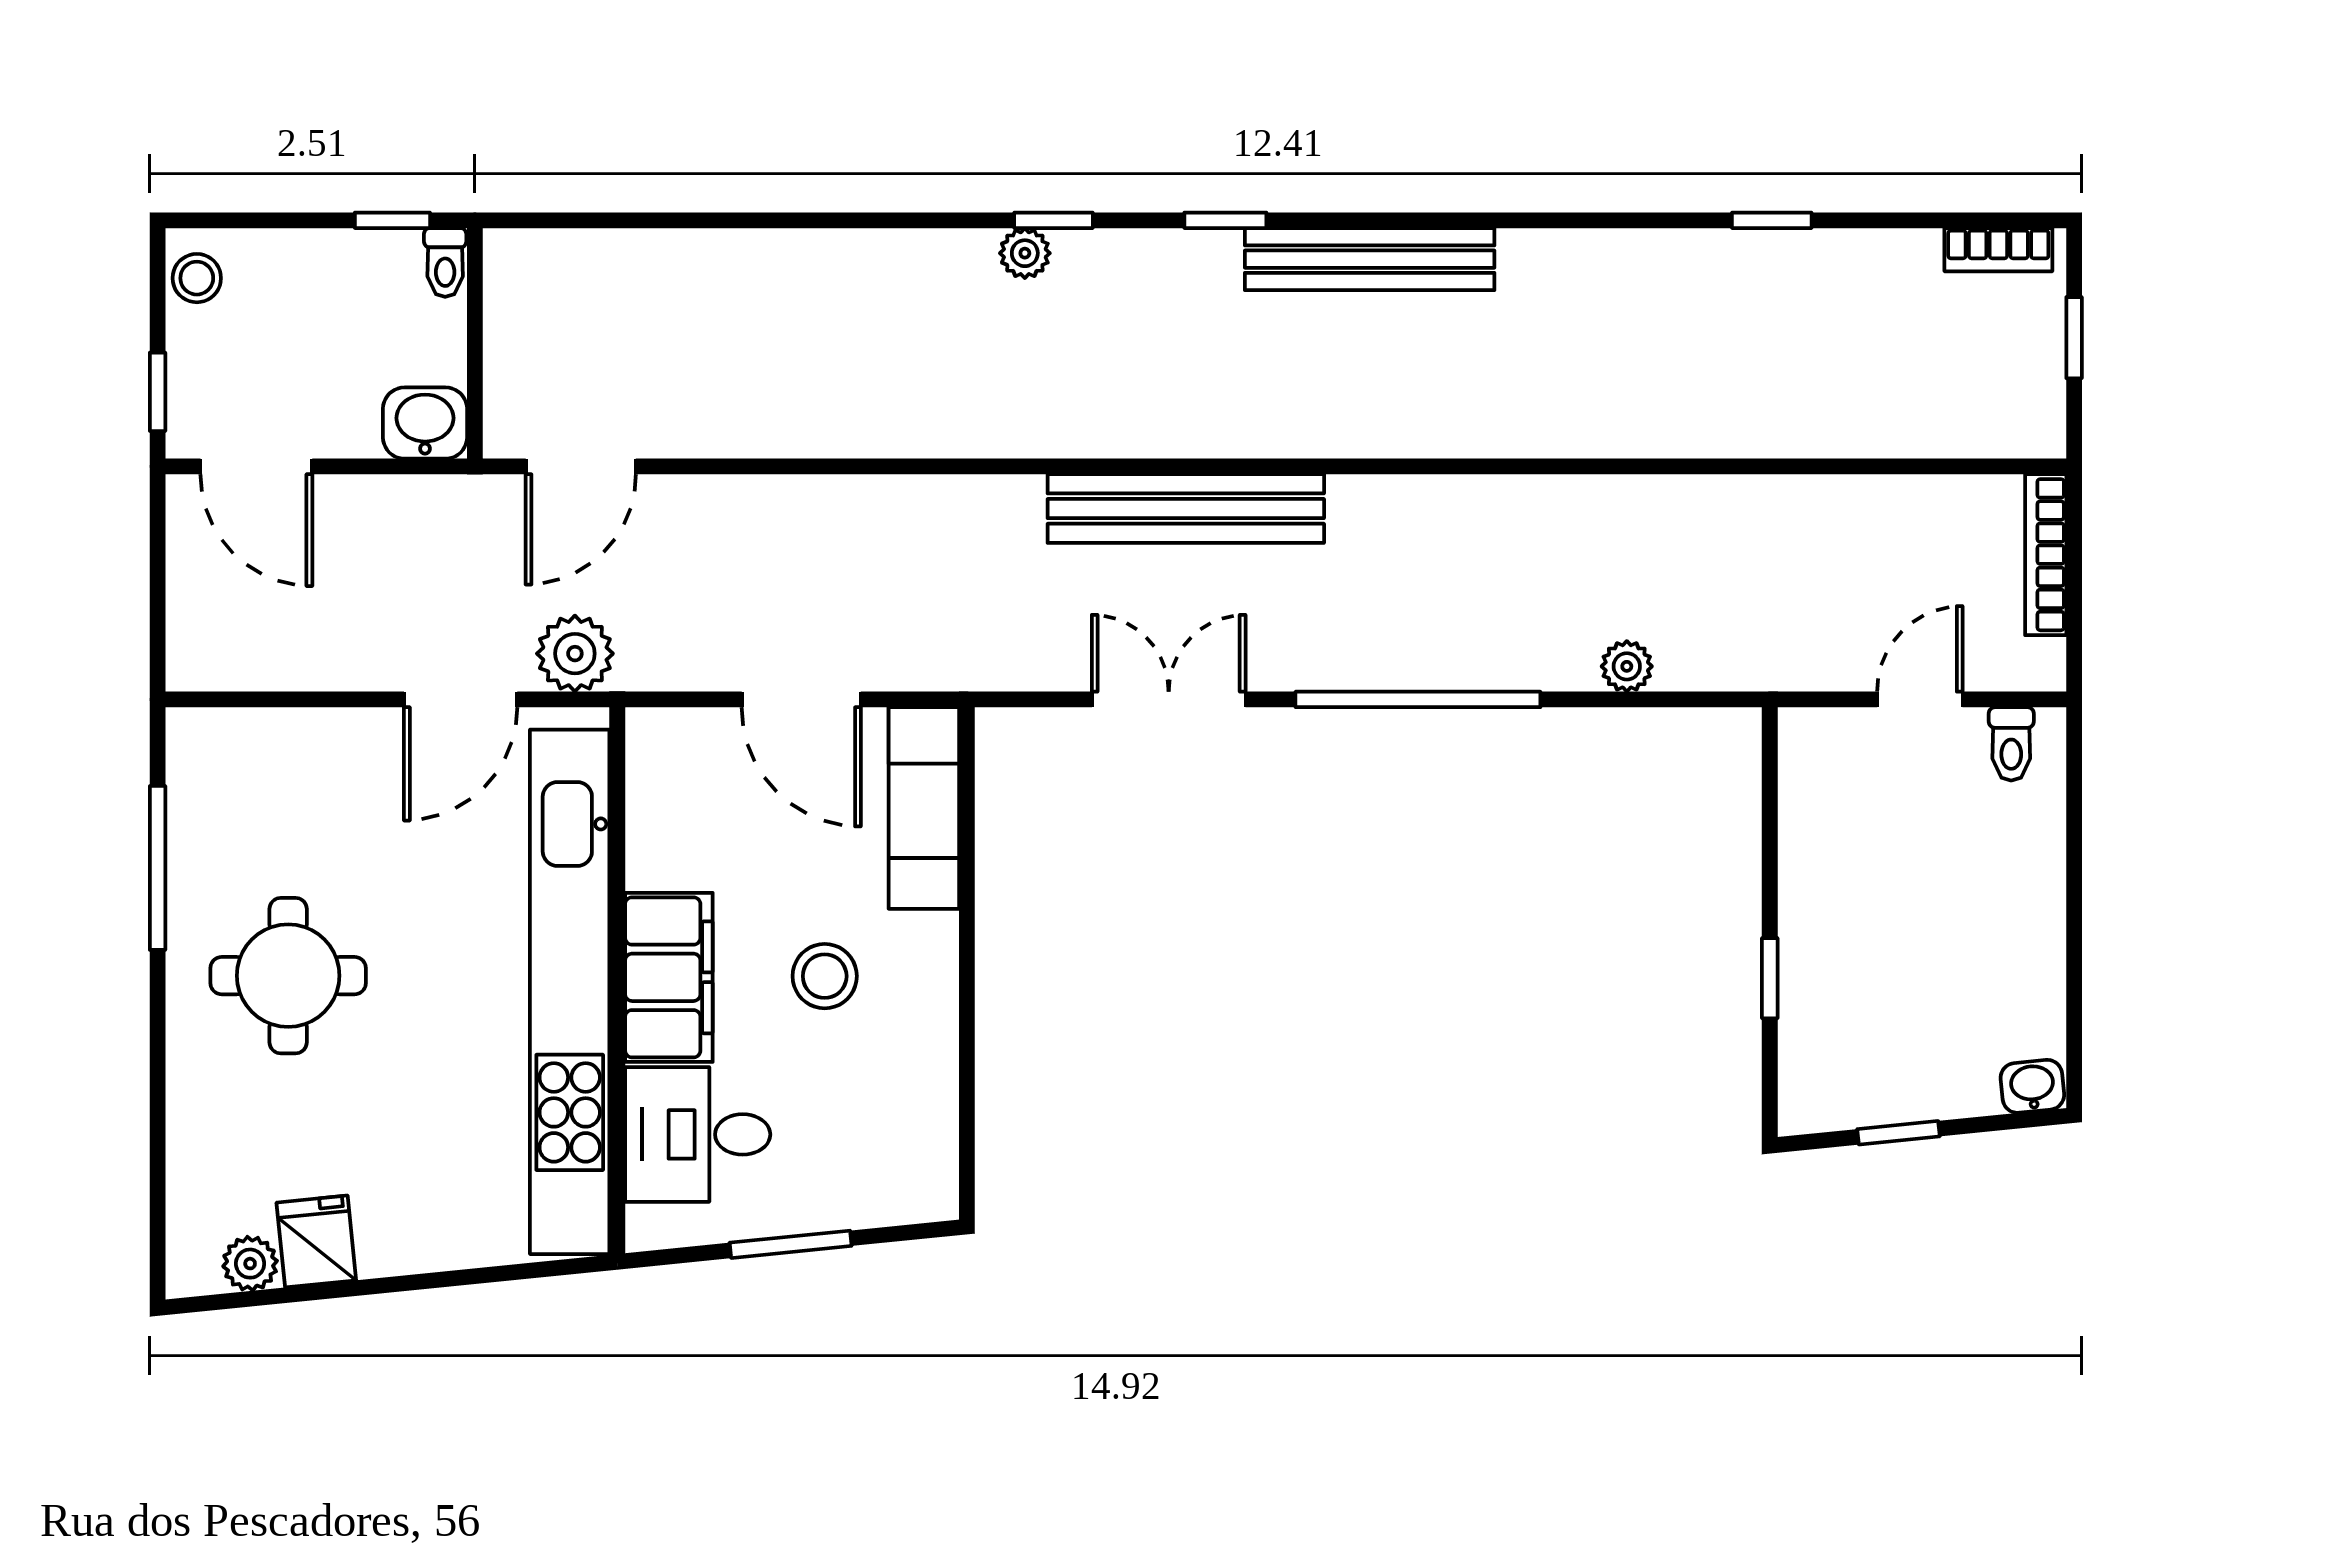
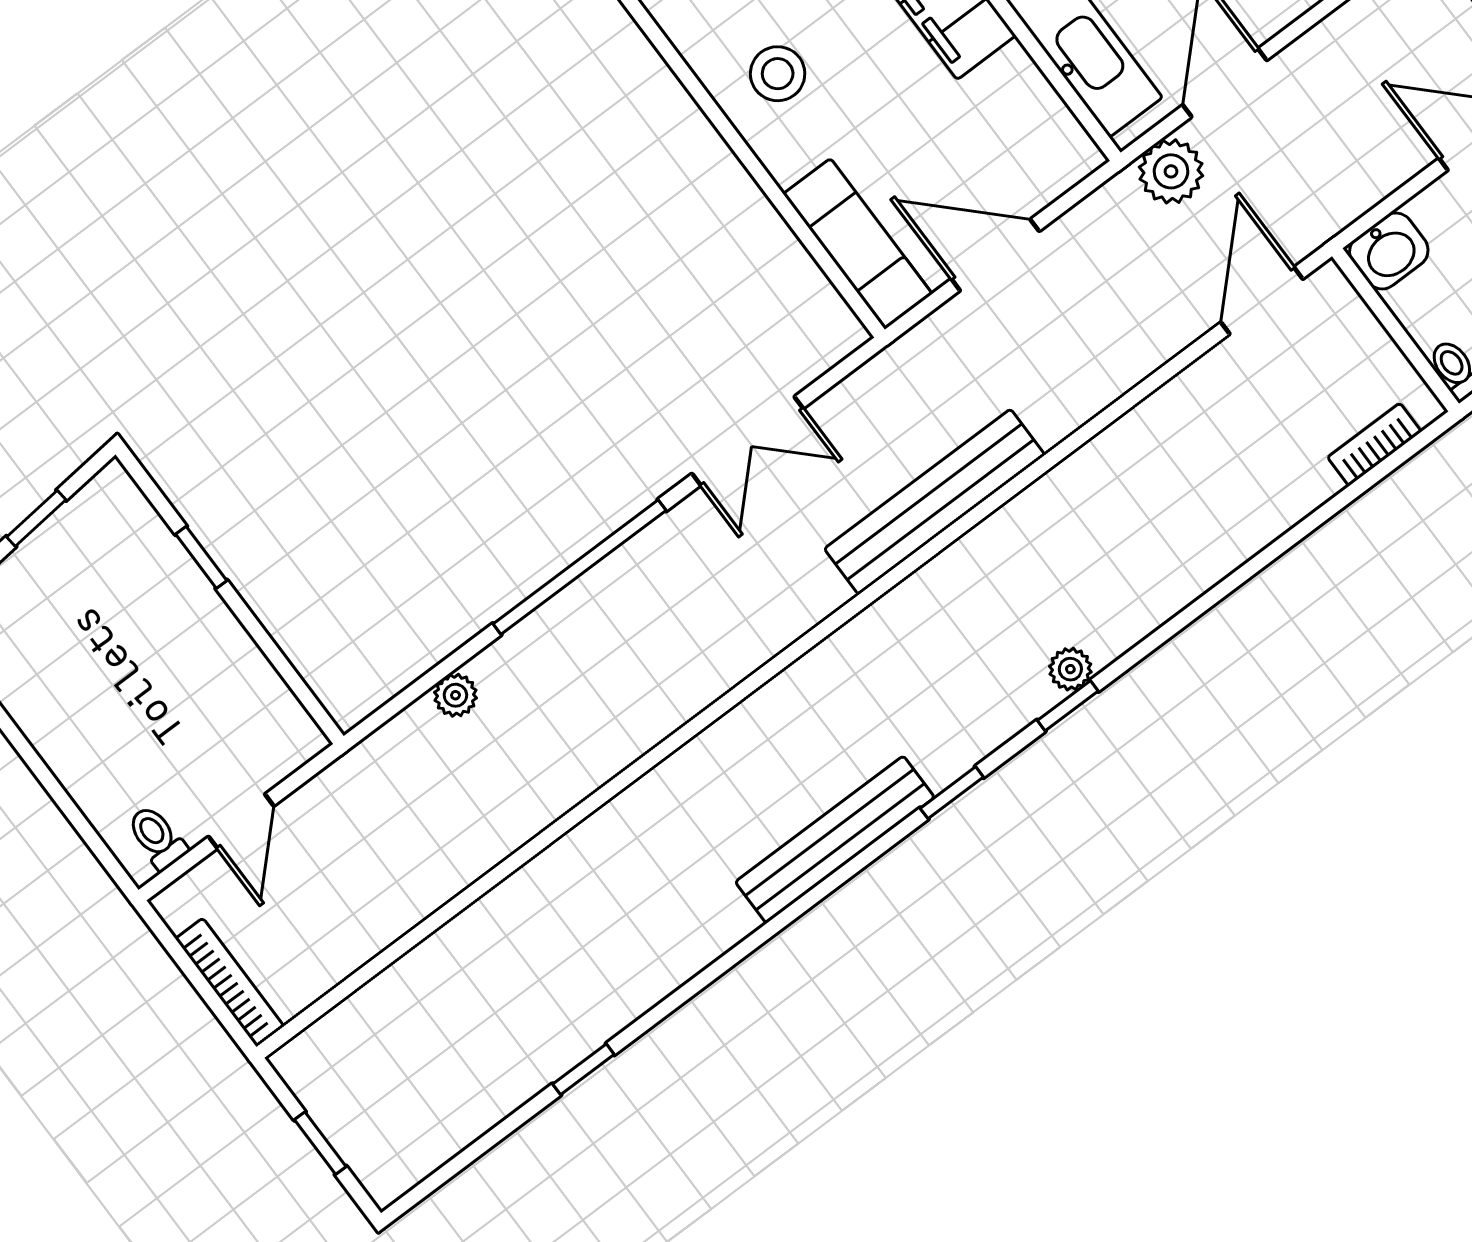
bookcase: (1998, 250) -> (1374, 444), moved
bench: (1186, 509) -> (935, 502), moved
stool: (825, 976) -> (778, 74), moved

